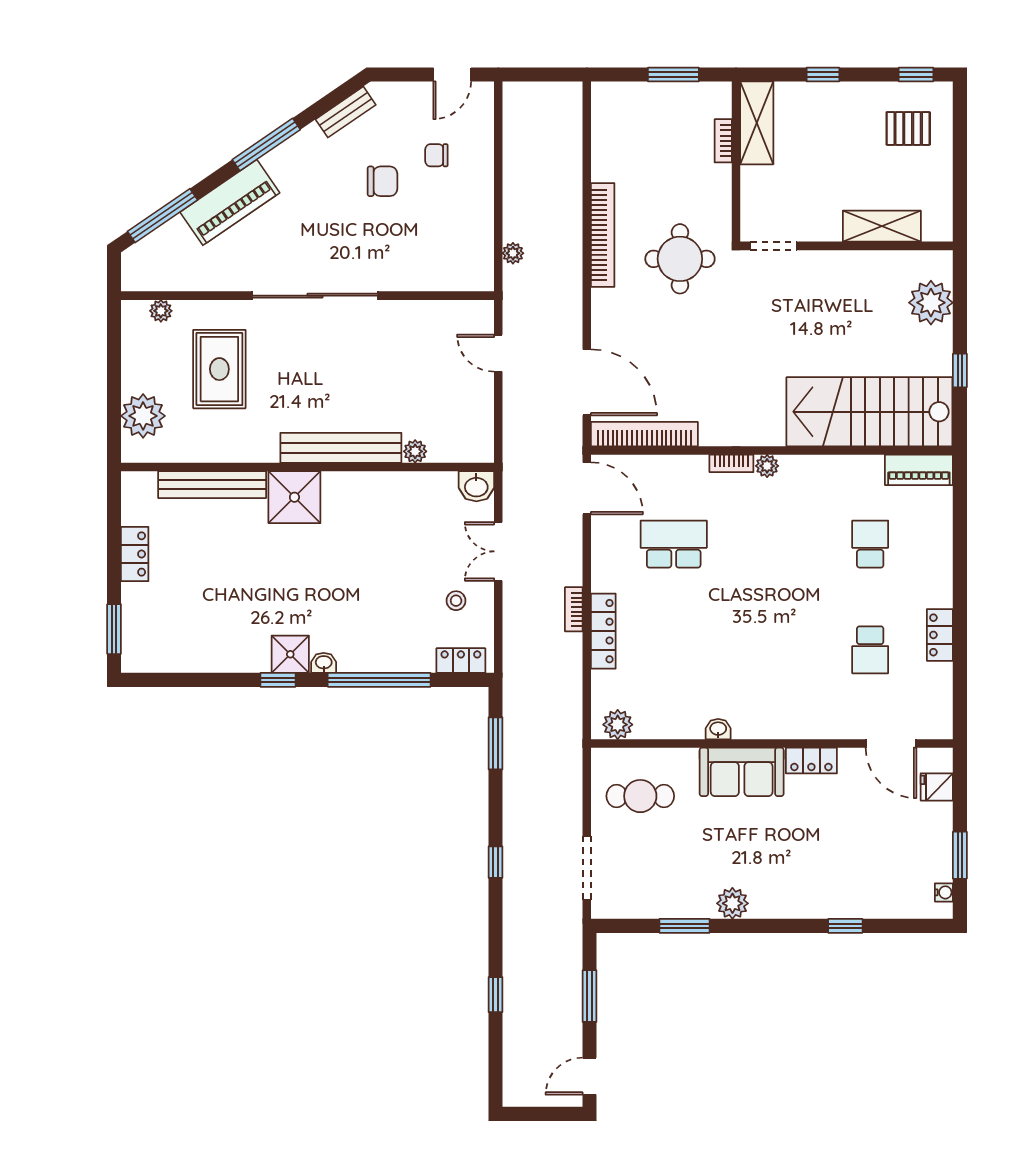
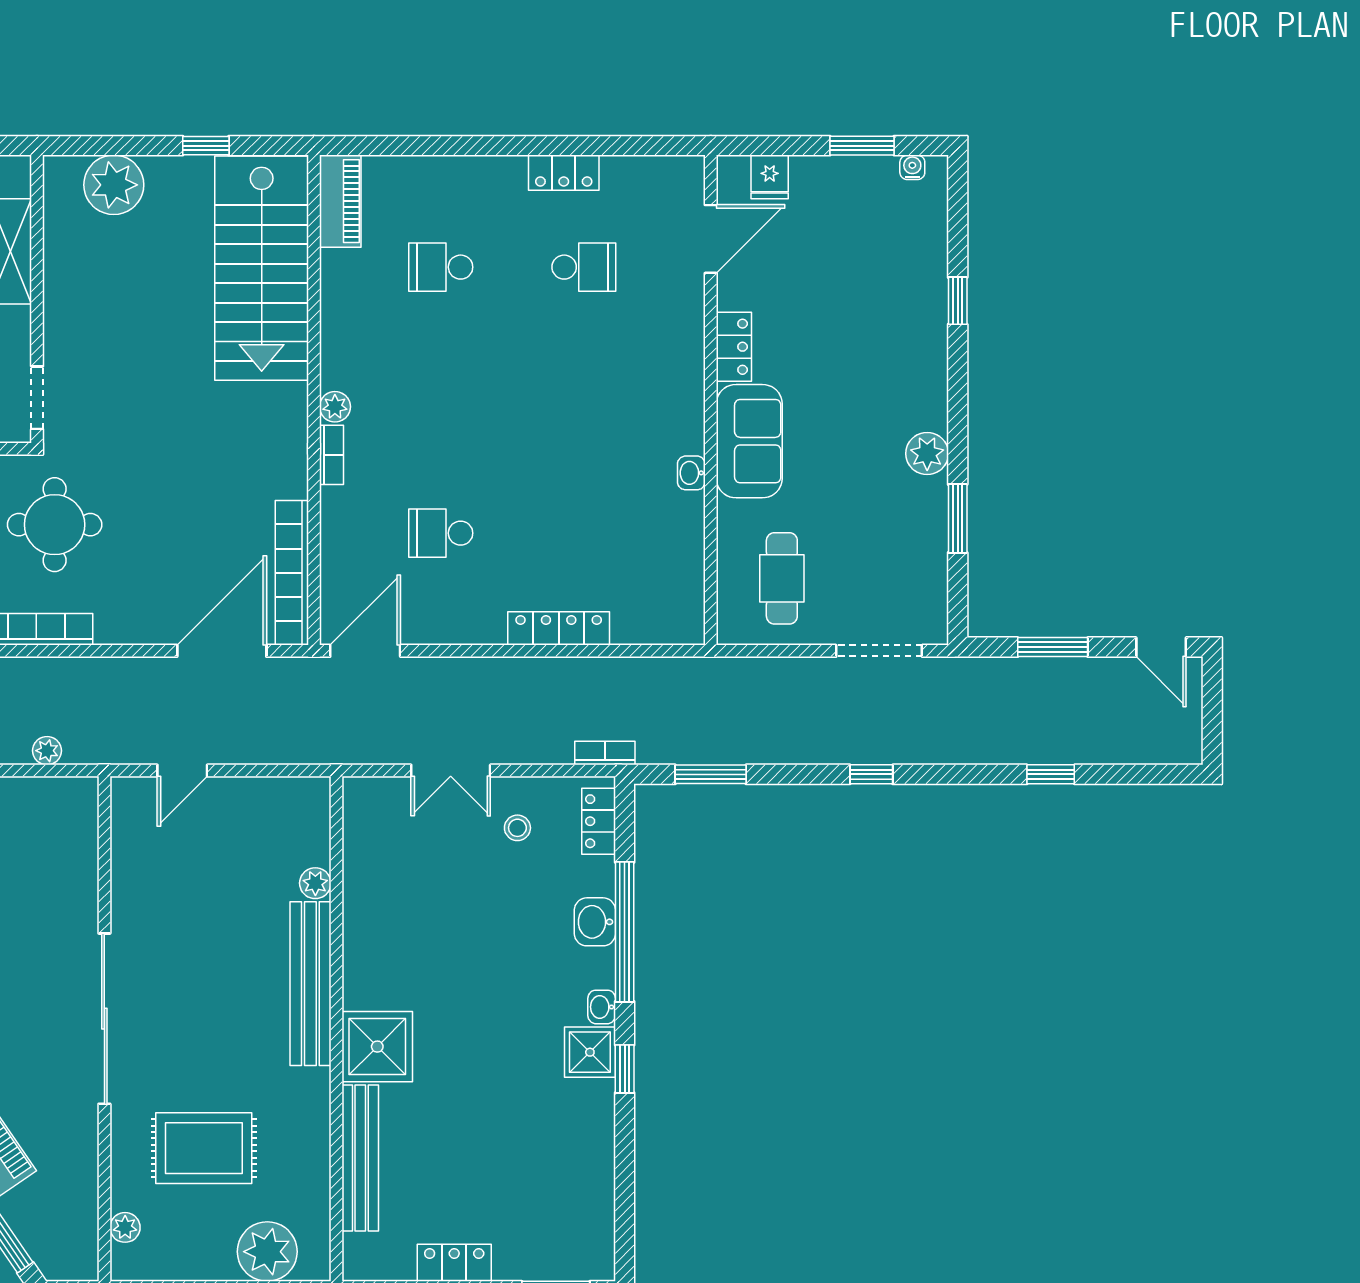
washbasin: (476, 486) -> (595, 922), moved, turned 180
school desk: (674, 544) -> (441, 533), width x0.54
bookcase: (574, 609) -> (605, 753), moved, turned 180
plant: (618, 725) -> (685, 609), removed

